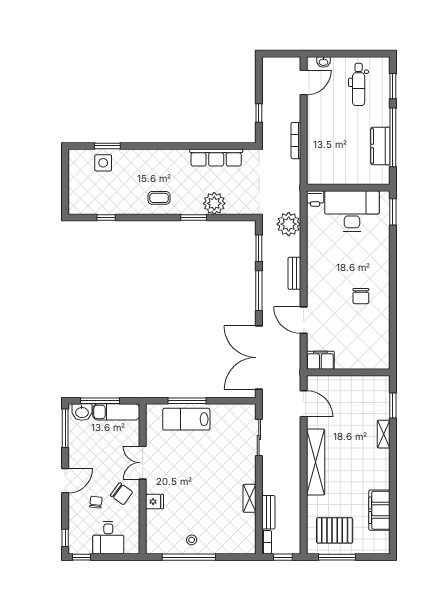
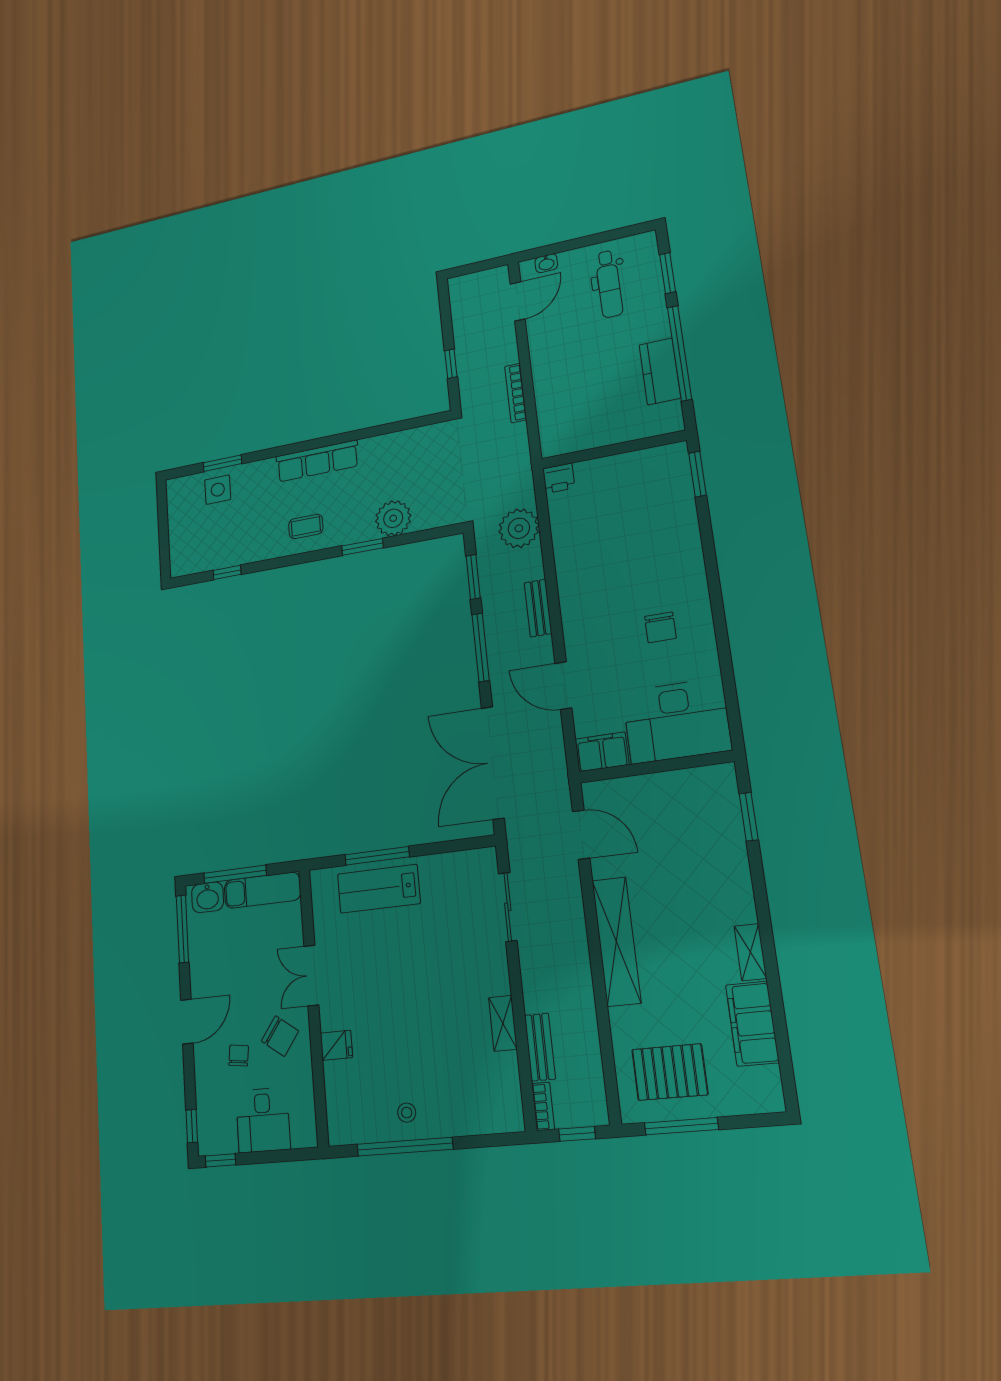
row of seats: (216, 158) -> (317, 461), moved
desk: (352, 211) -> (676, 721), moved, turned 180
shelving: (384, 434) -> (750, 952), moved

